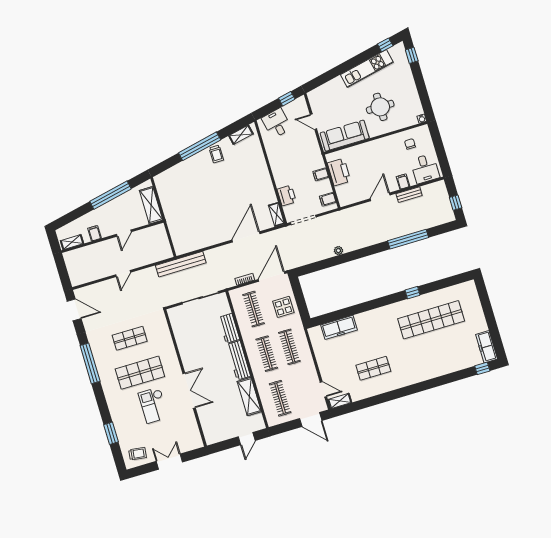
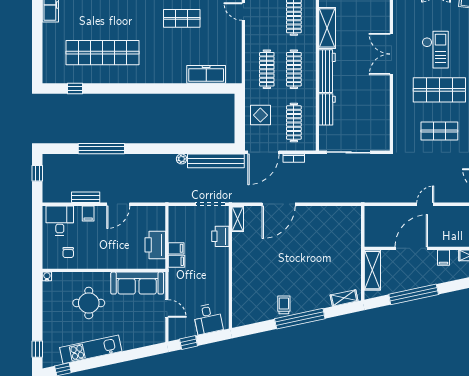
shelving: (241, 135) -> (344, 298), moved
filing cabinet: (328, 199) -> (176, 261), moved
door: (124, 233) -> (411, 248), width x1.88
bench: (181, 264) -> (216, 161), moved
window: (412, 293) -> (75, 88), moved

